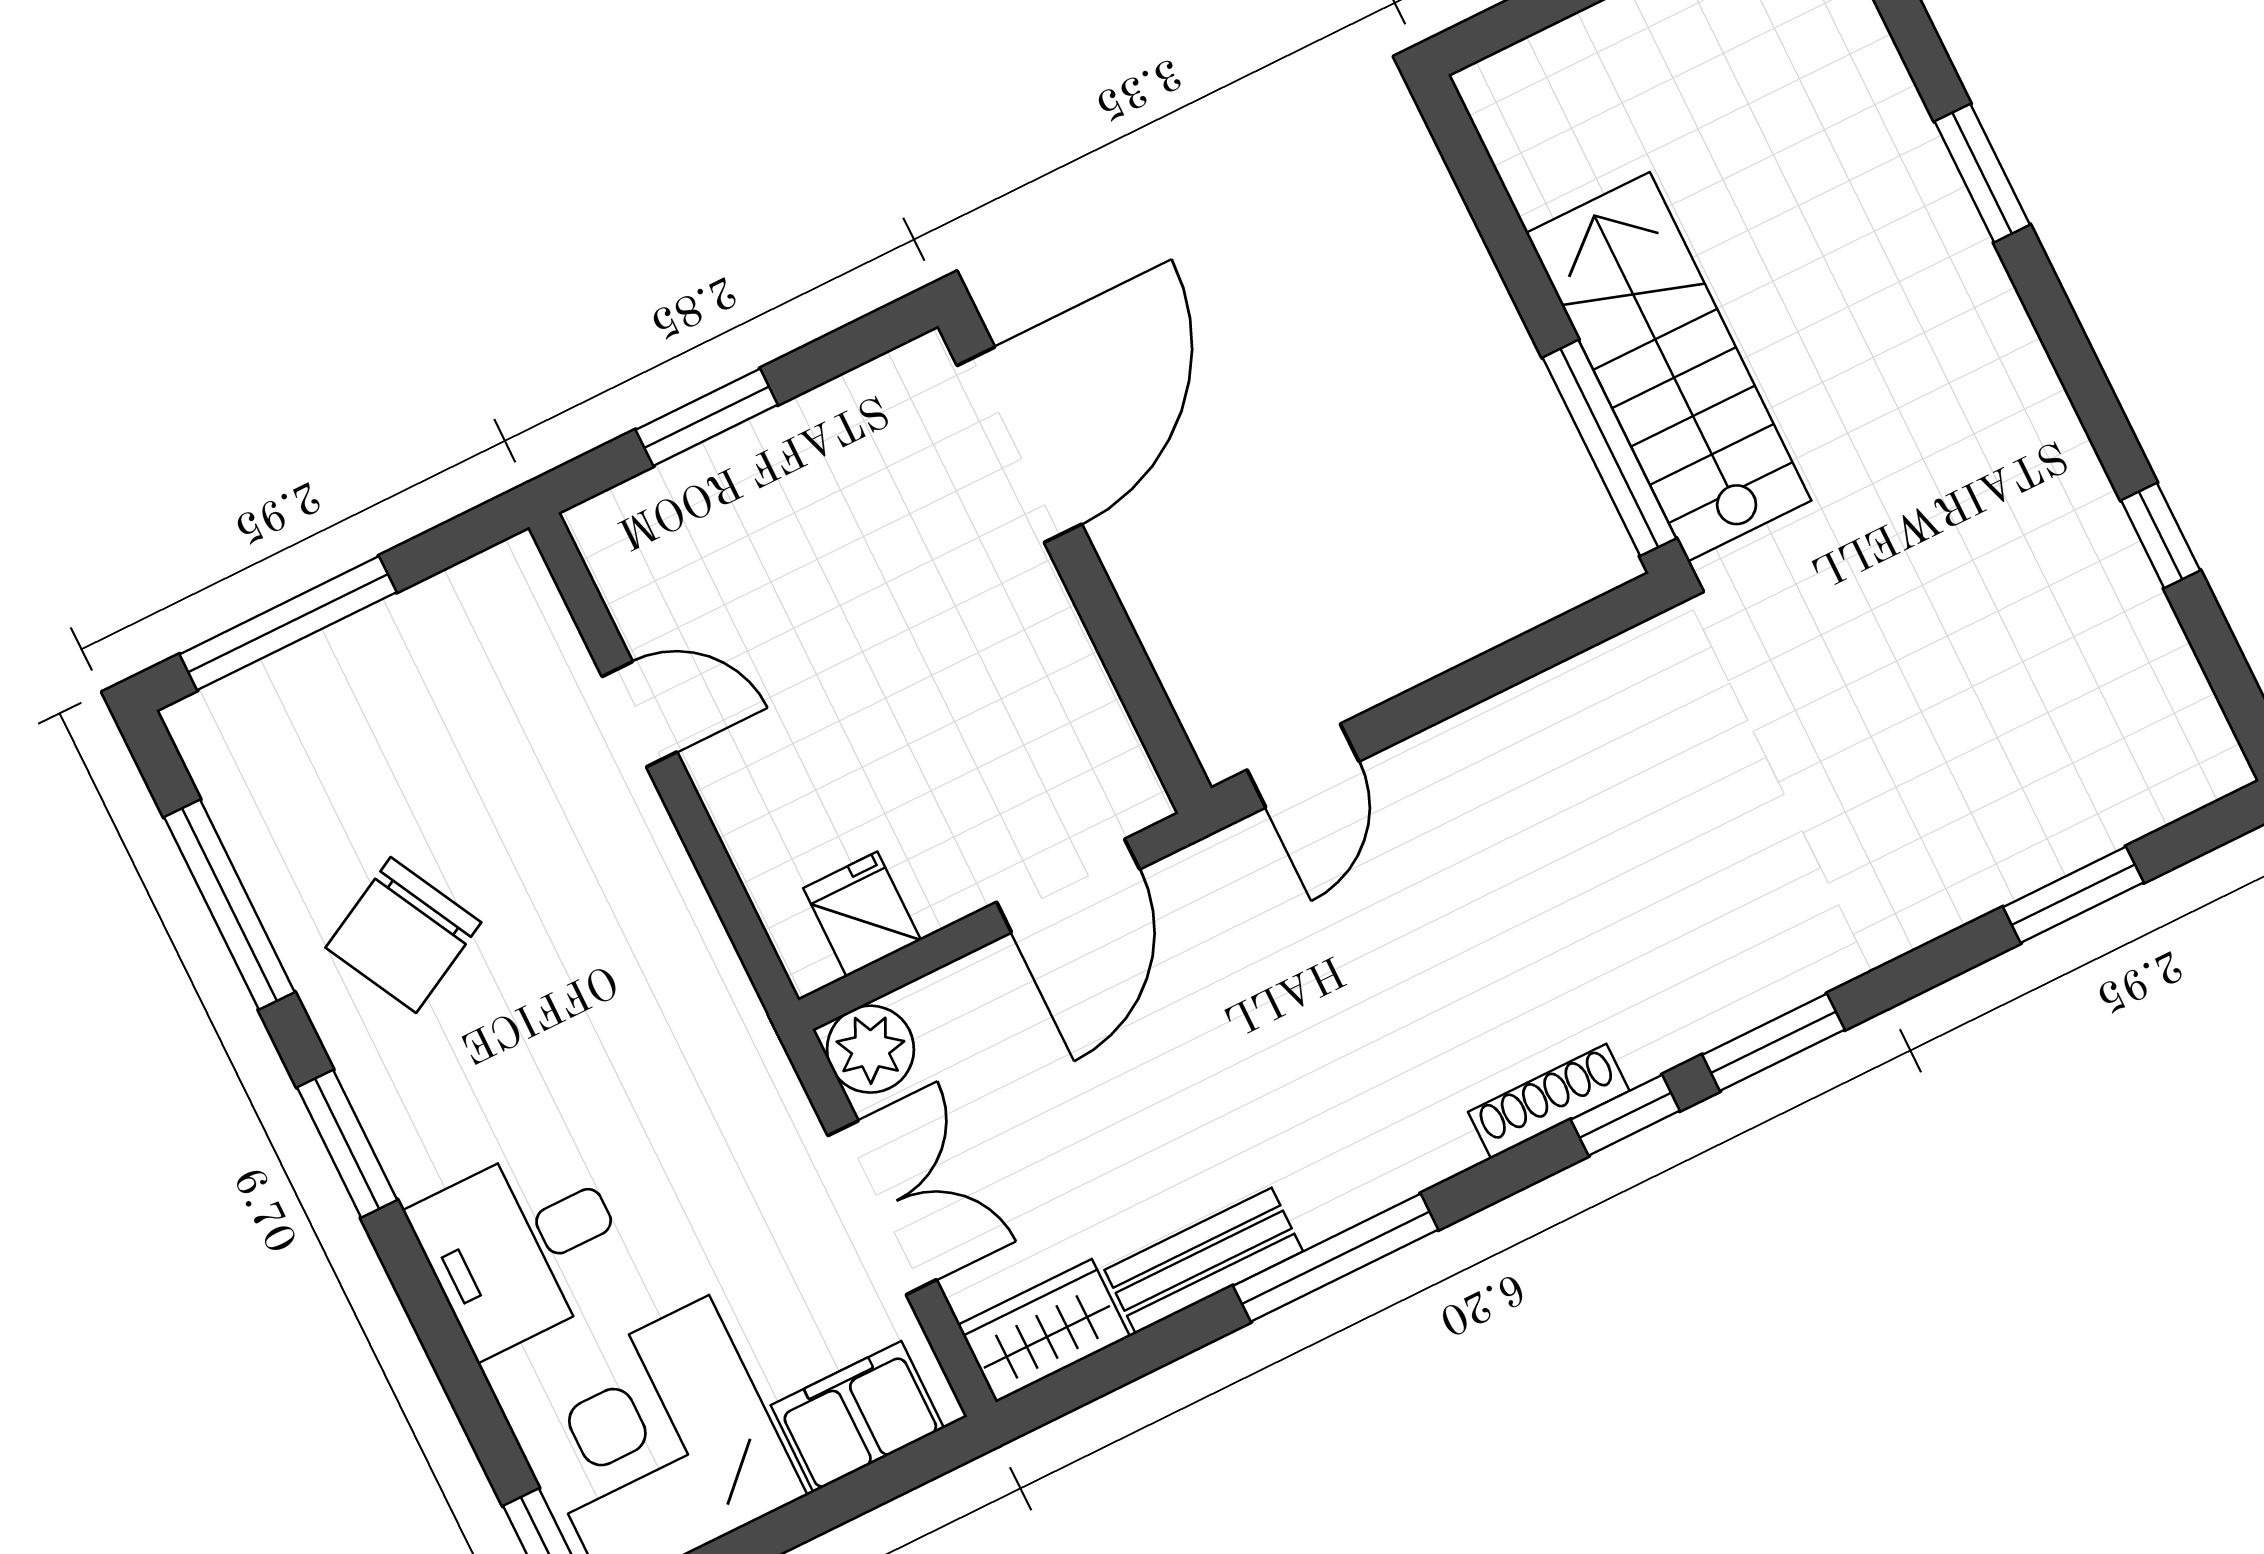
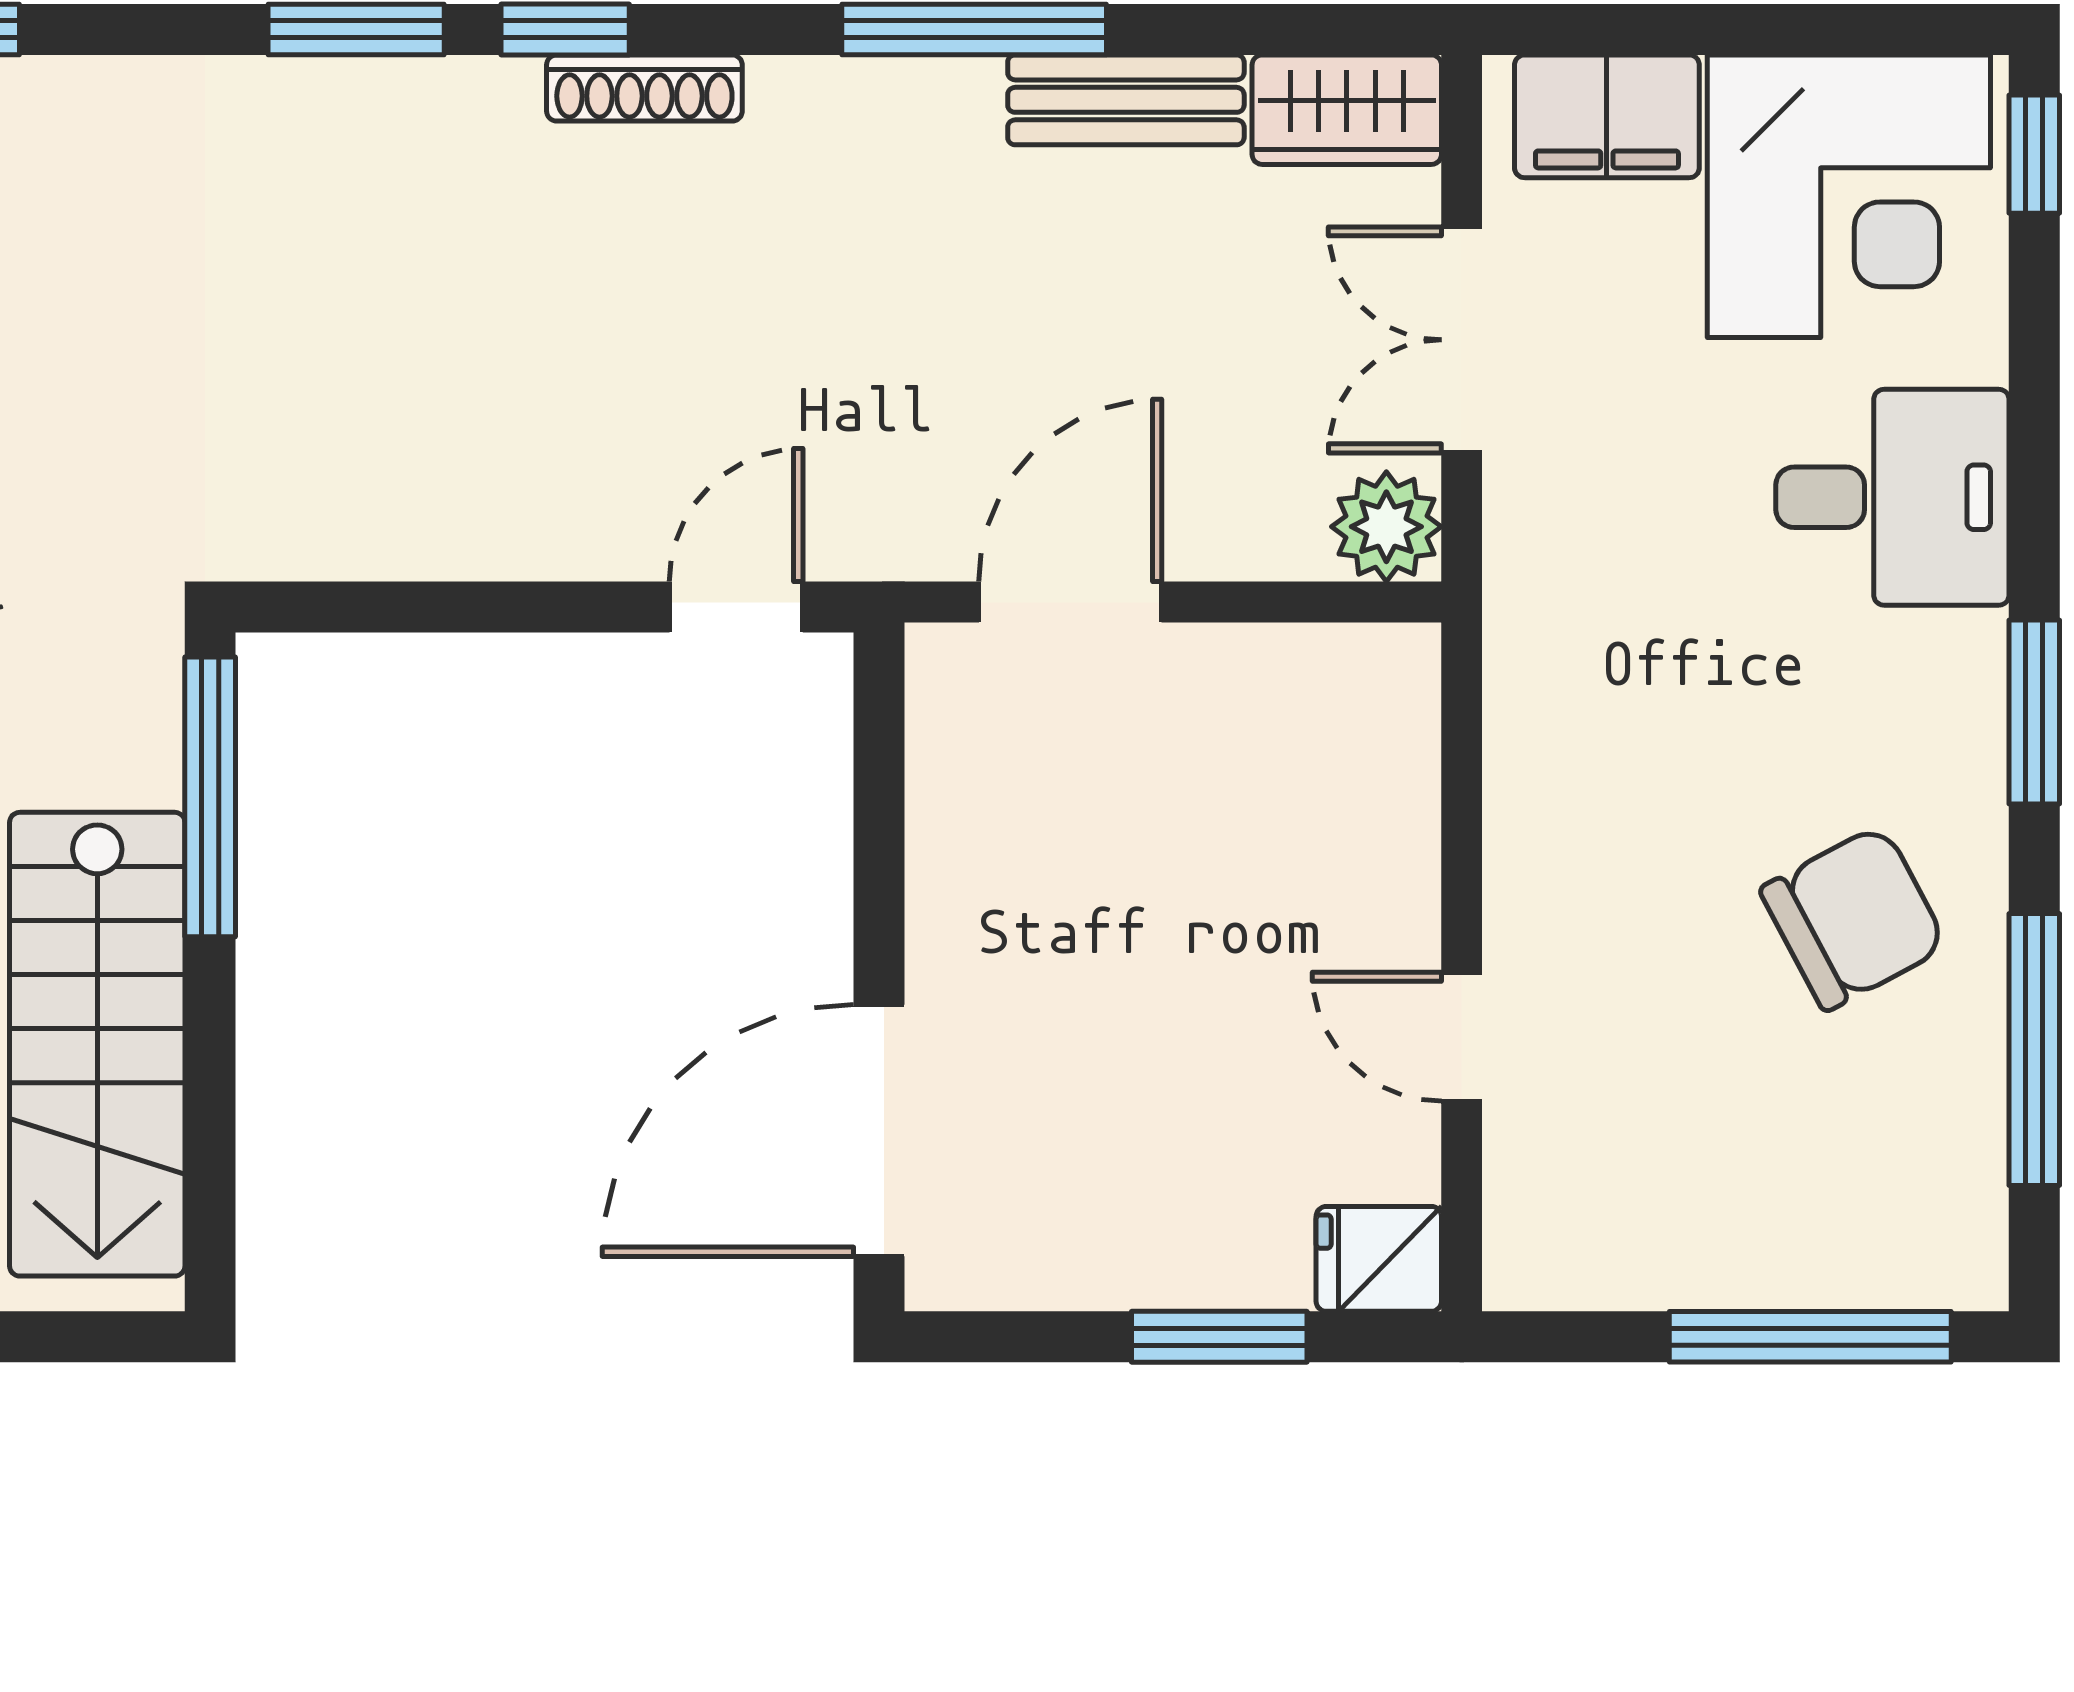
stairs: (1669, 367) -> (97, 1044), moved
fridge: (862, 914) -> (1379, 1259), moved, turned 90

